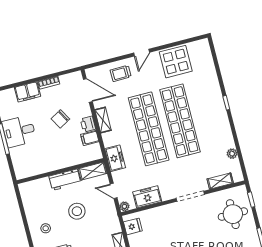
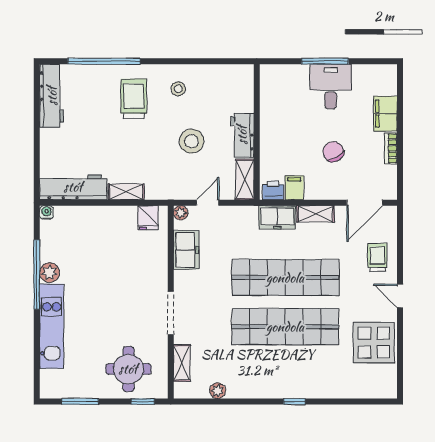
printer: (88, 124) -> (273, 190), moved
freezer: (115, 158) -> (277, 217), moved

